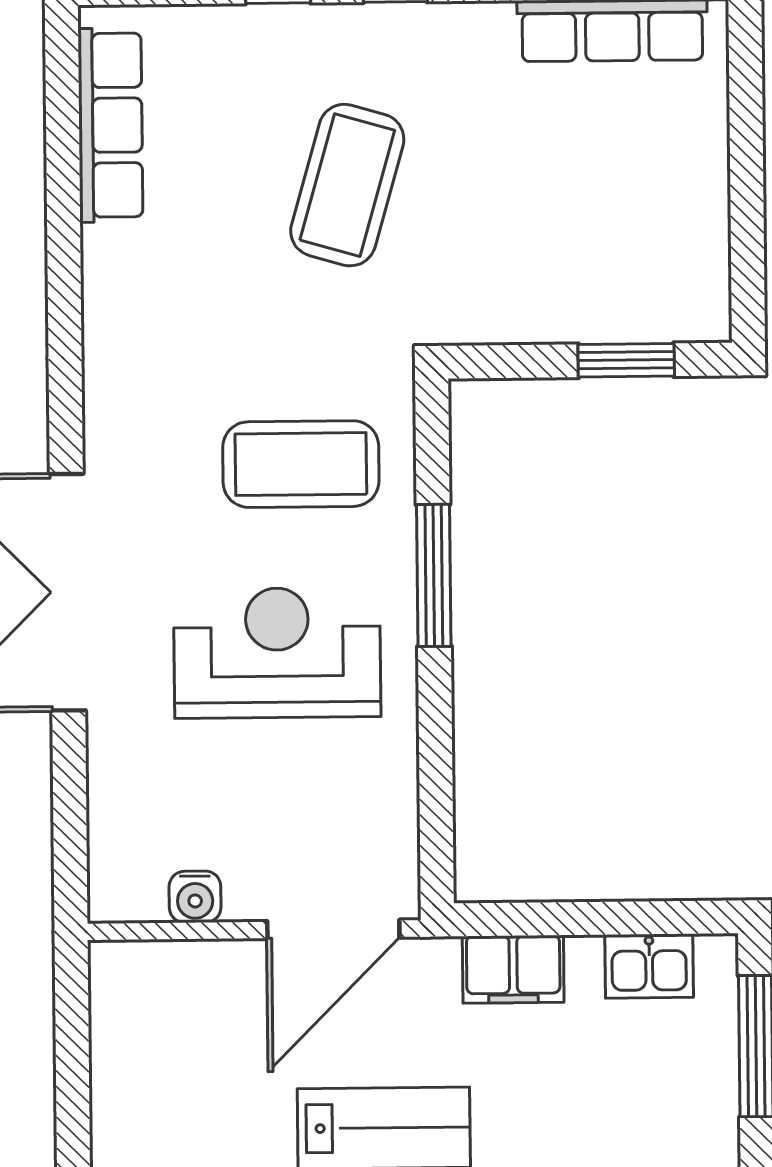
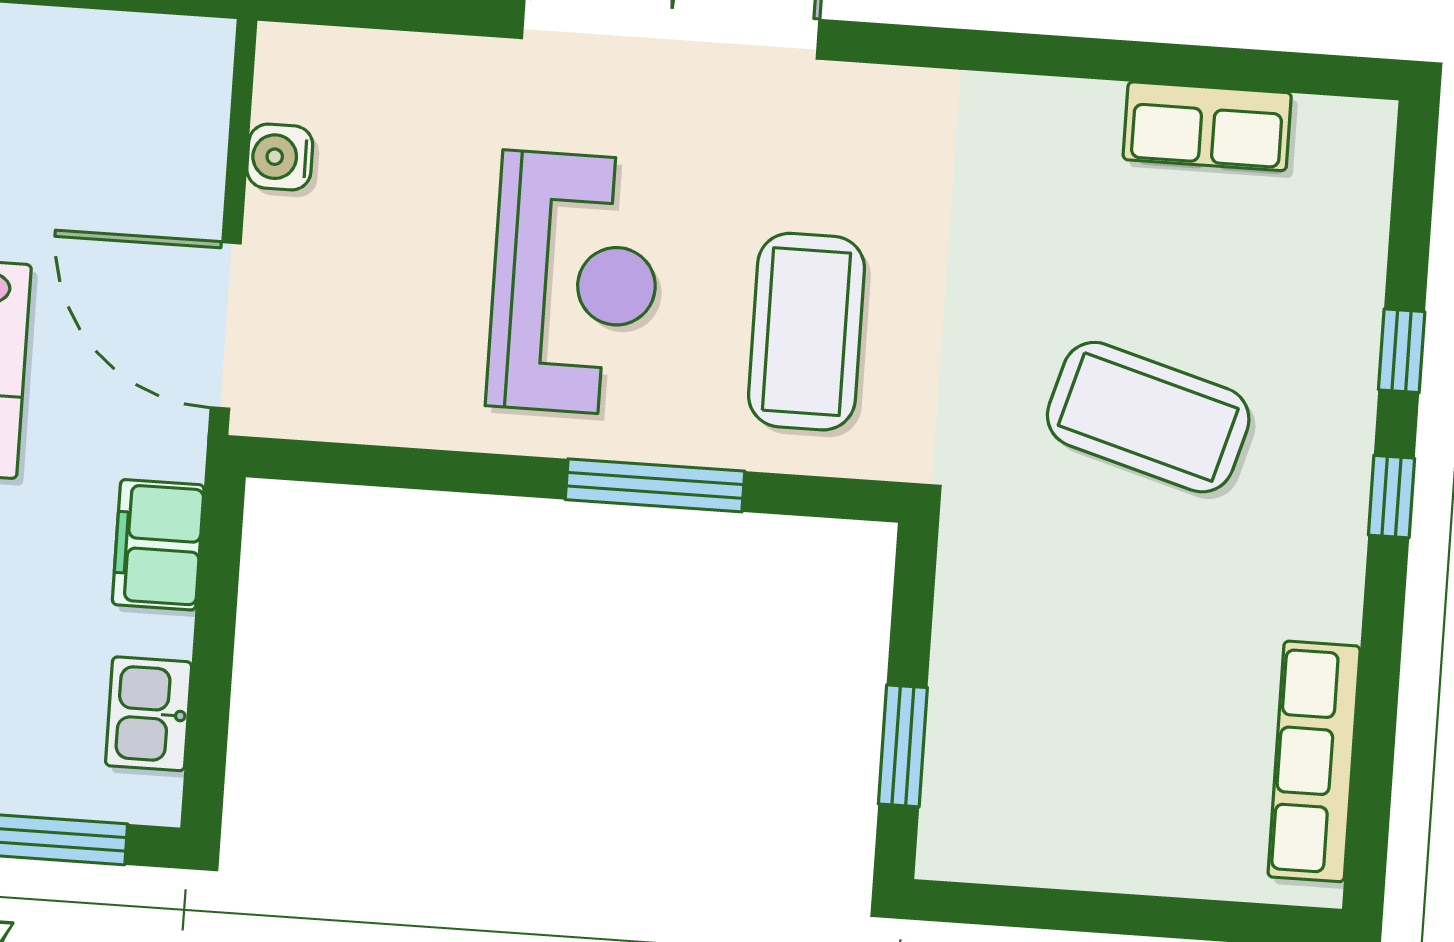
row of seats: (110, 125) -> (1207, 126), width x0.68

